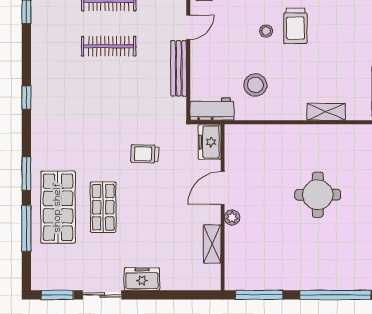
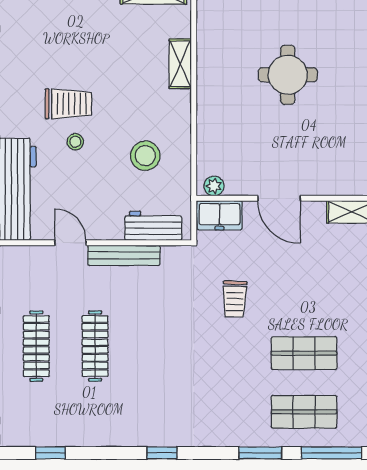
workbench: (212, 109) -> (153, 226), moved, turned 90
shop shelf: (58, 207) -> (304, 412), width x0.70, depth x0.74
plant: (232, 217) -> (214, 186), moved

